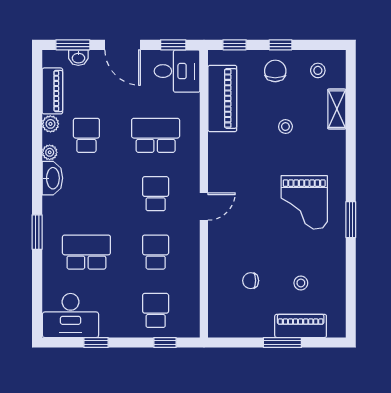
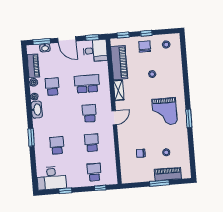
shelving: (337, 109) -> (119, 90), moved
school desk: (86, 252) -> (57, 145), width x0.54

